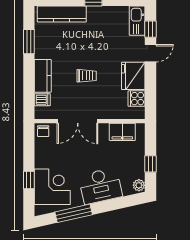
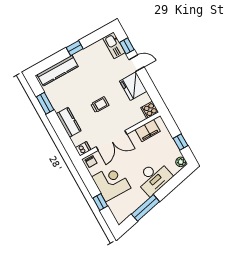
door: (150, 53) -> (136, 63), hinge flipped
cooker: (137, 99) -> (150, 110), moved
dishwasher: (42, 100) -> (83, 149), moved
corner desk: (52, 187) -> (111, 182), moved

